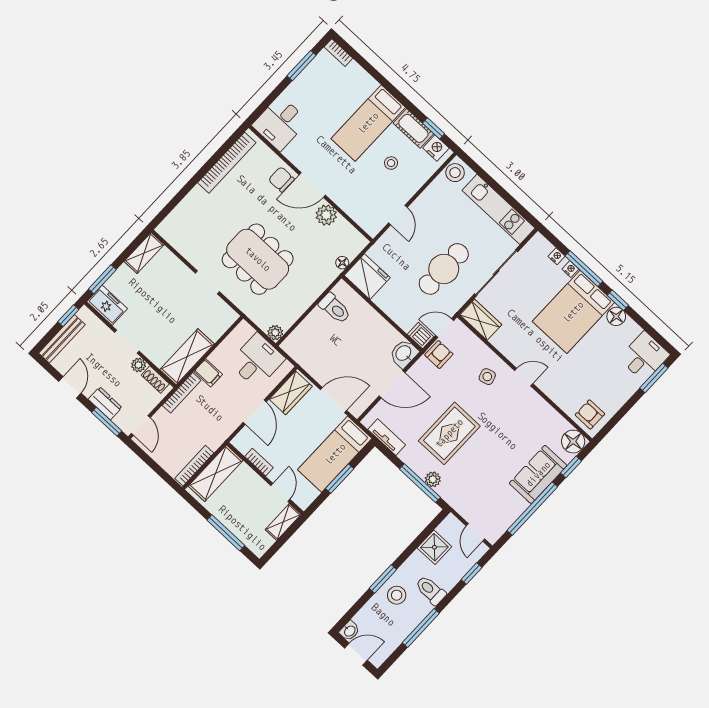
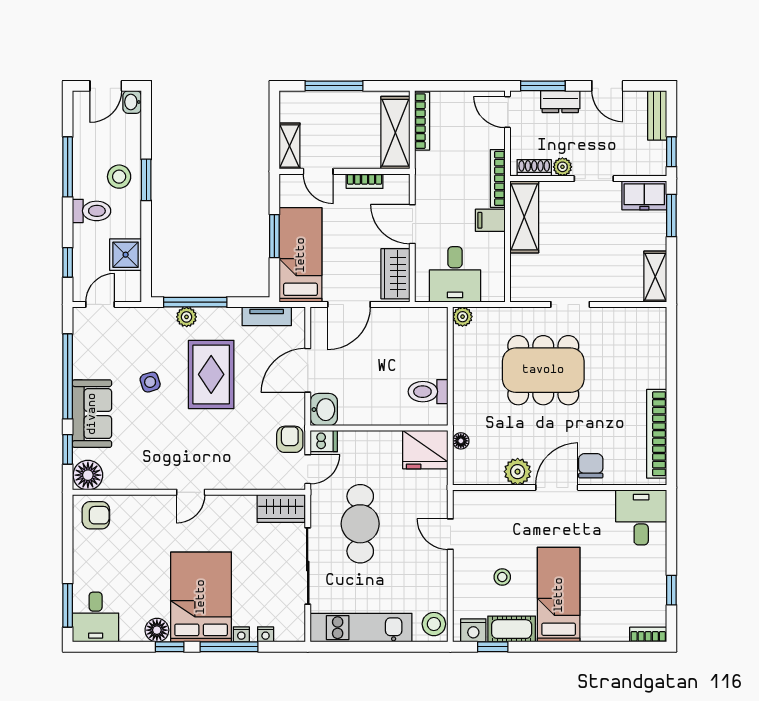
window: (302, 66) -> (671, 590), width x0.67
chair: (281, 179) -> (591, 466), turned -90
bench: (62, 339) -> (657, 115), width x0.73
armchair: (439, 355) -> (290, 439), turned 180
side table: (487, 377) -> (150, 382), moved
door: (475, 532) -> (100, 304), hinge flipped

